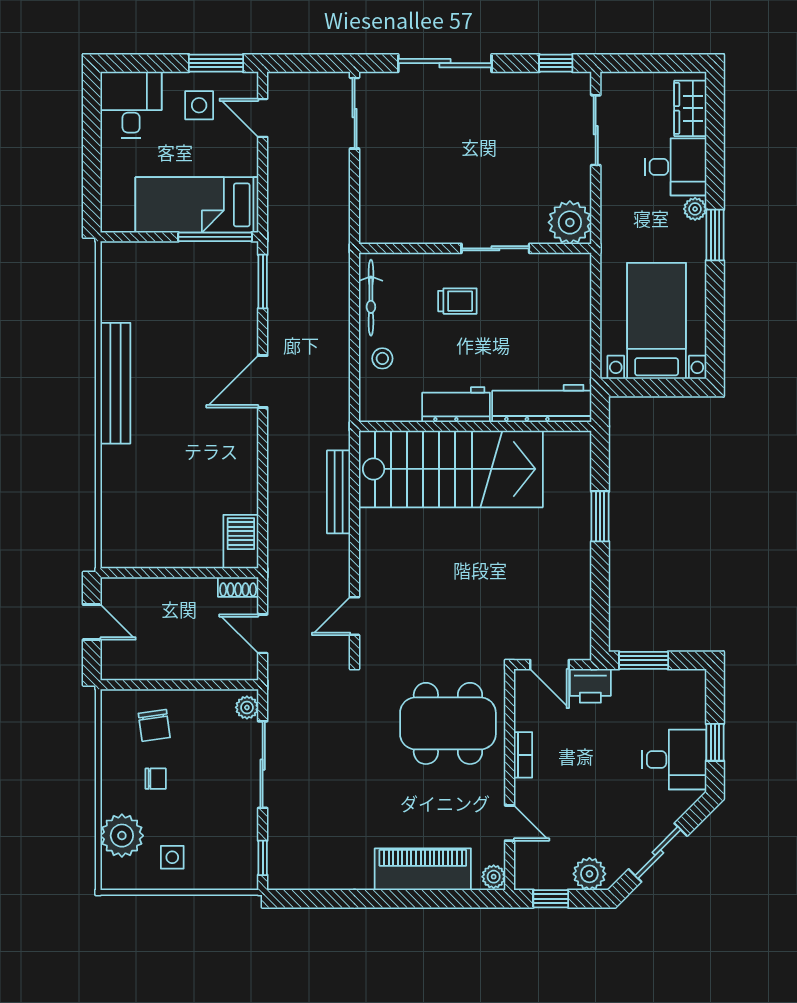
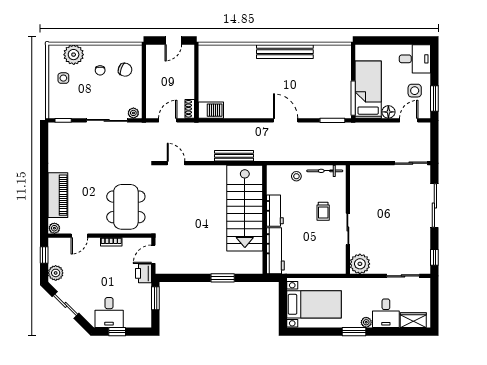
floor lamp: (245, 161) -> (388, 112), added
chair: (154, 725) -> (125, 70), turned -153

